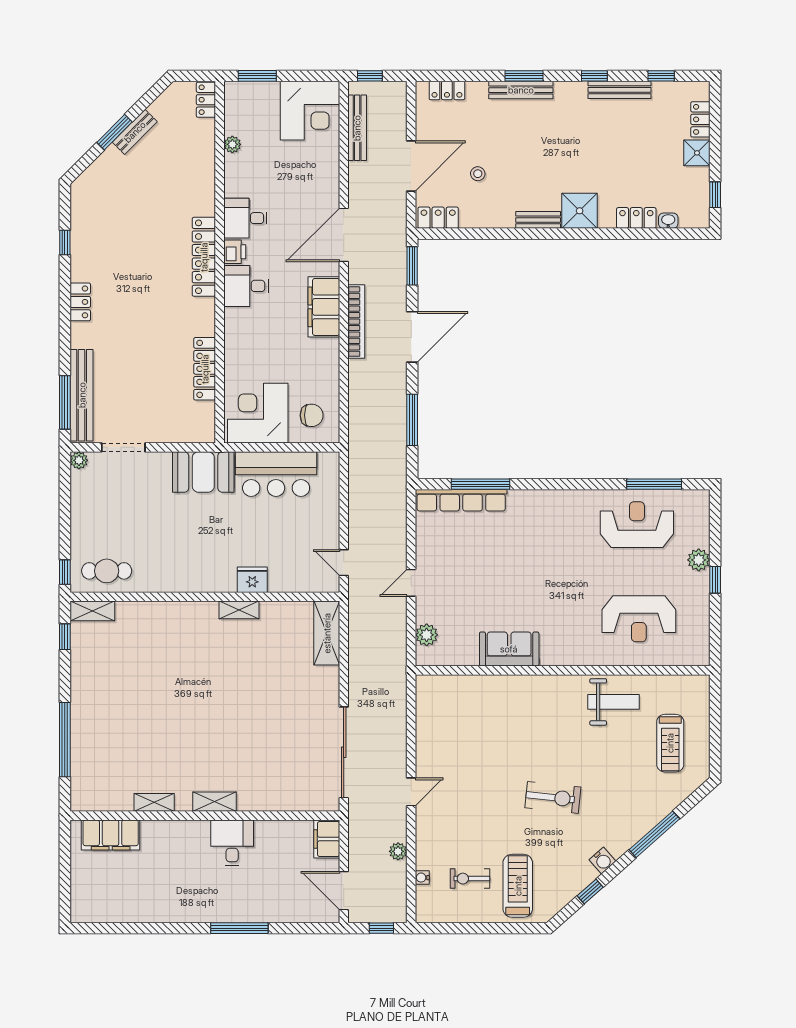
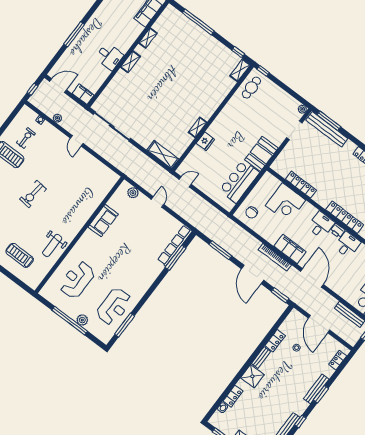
locker: (438, 218) -> (275, 341), moved
corner desk: (258, 413) -> (285, 203), moved, turned 90
window: (715, 580) -> (70, 321), width x3.17

